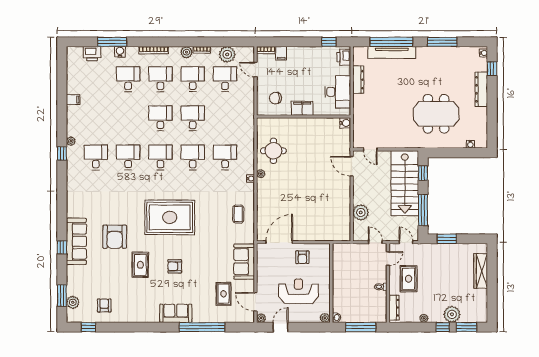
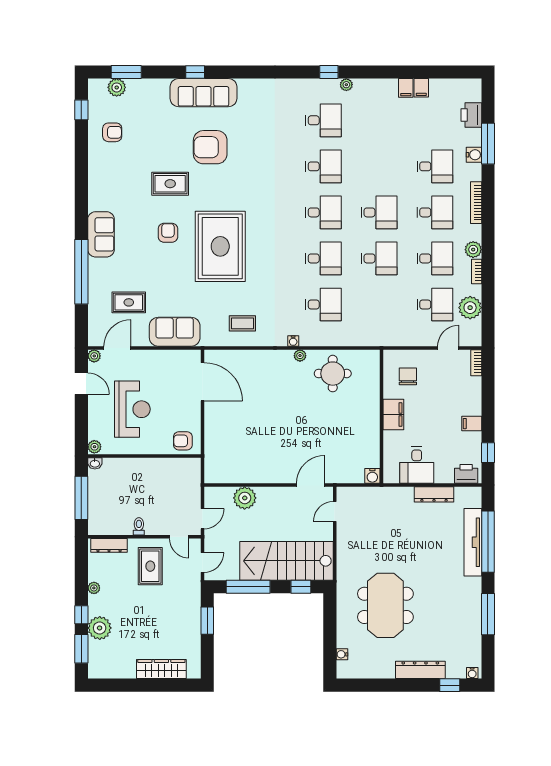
filing cabinet: (281, 53) -> (472, 424), moved
filing cabinet: (73, 89) -> (421, 88), added
desk: (338, 92) -> (417, 465), width x0.73
rug: (170, 217) -> (220, 246), moved
armchair: (302, 257) -> (183, 441), moved
rug: (409, 279) -> (150, 566), turned 90

